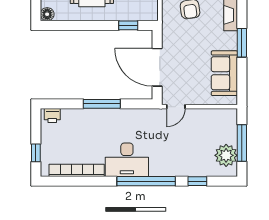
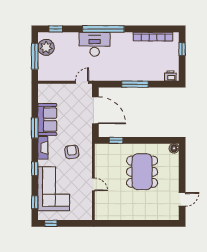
sofa: (224, 73) -> (47, 119), moved
desk: (127, 160) -> (95, 44), moved
window: (197, 181) -> (56, 29), moved

